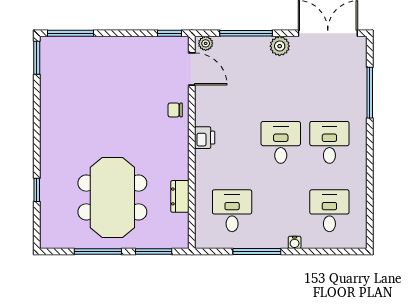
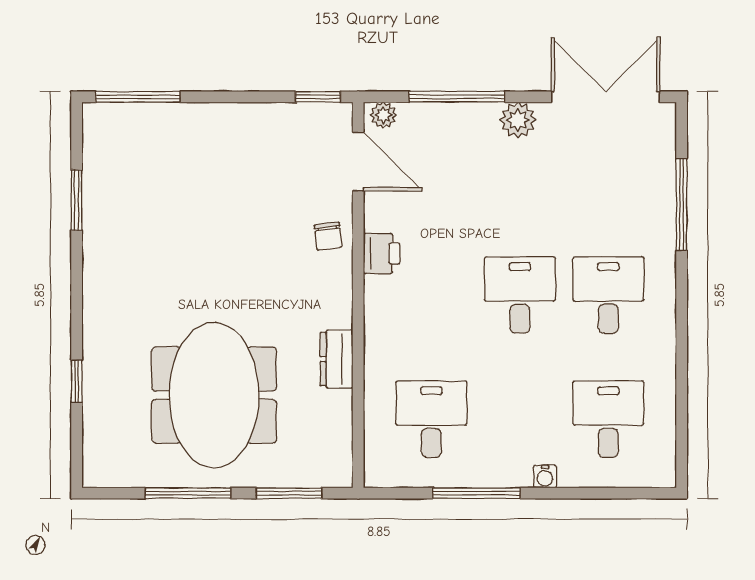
window: (37, 58) -> (77, 200), moved
chair: (175, 110) -> (328, 236), turned -97
printer: (205, 138) -> (382, 253), moved
dresser: (180, 196) -> (337, 359), moved

